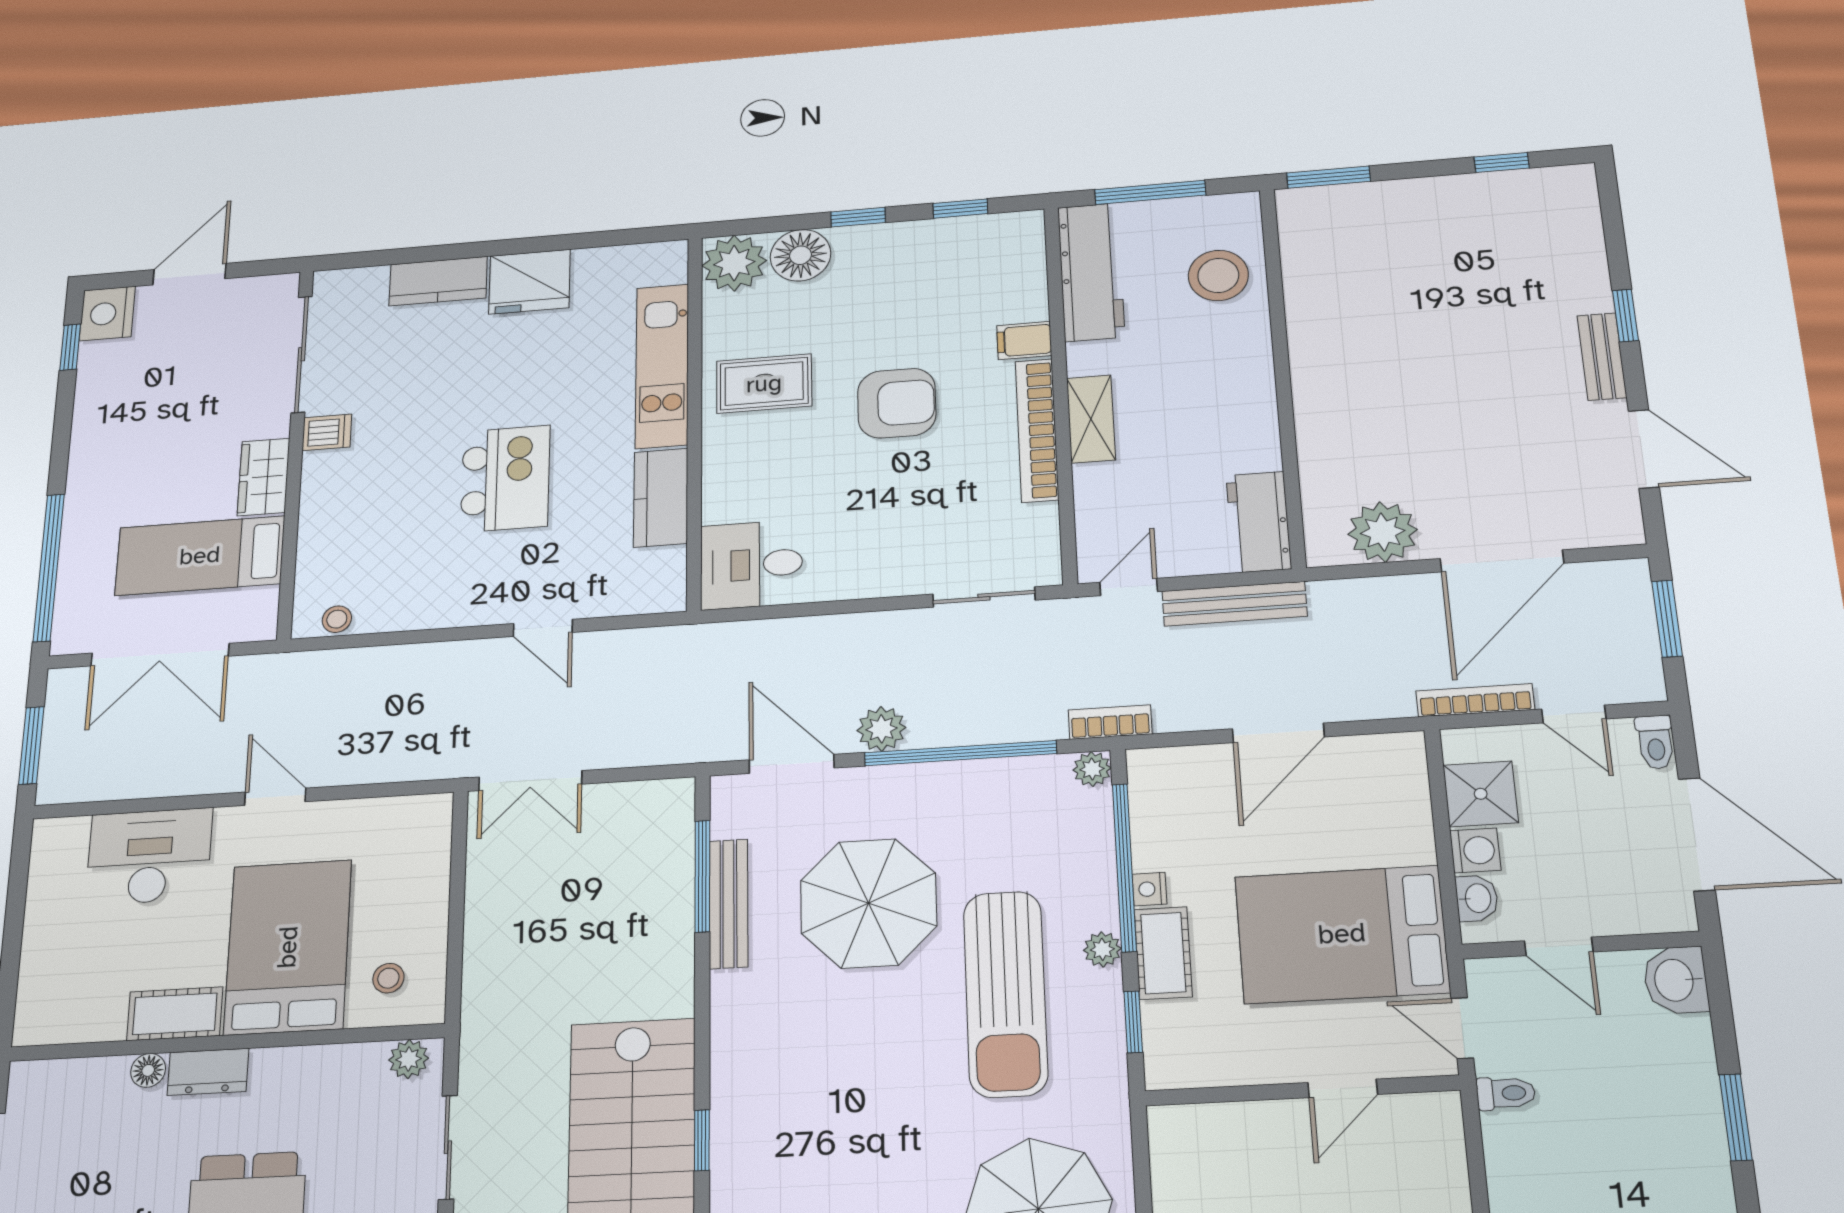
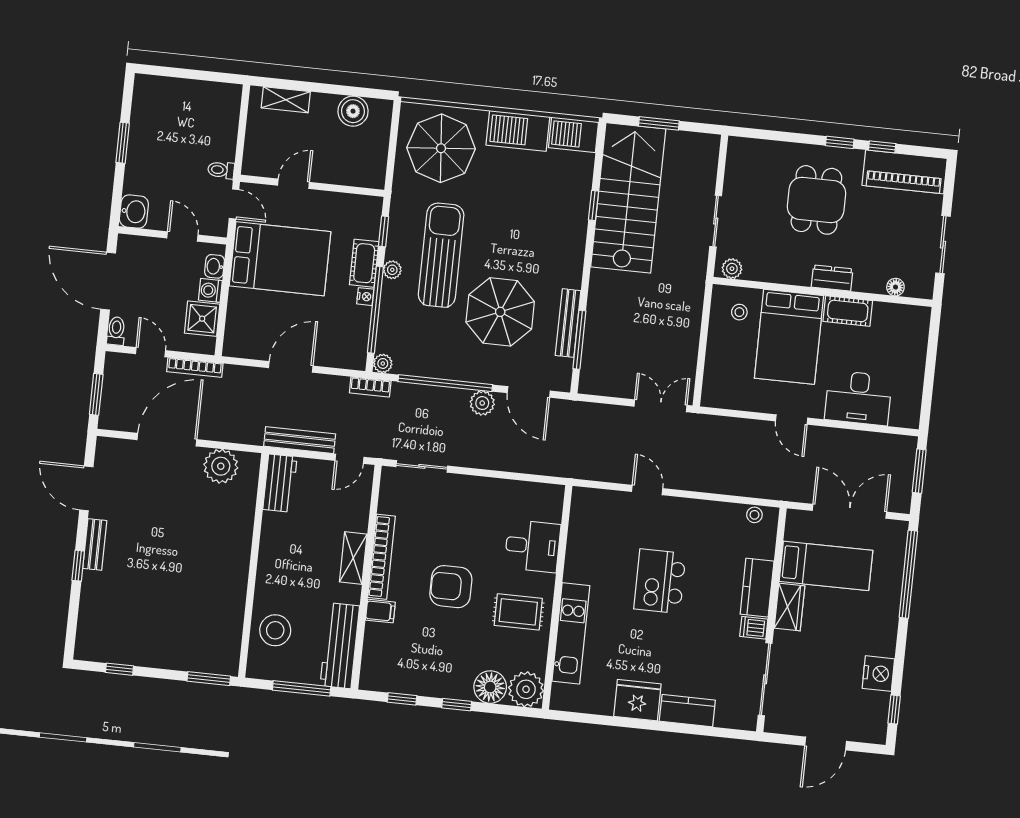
nightstand: (107, 314) -> (878, 674), moved
kitchen counter: (661, 498) -> (757, 588), moved, turned 180
desk: (751, 565) -> (532, 546), moved
floor lamp: (148, 1070) -> (895, 287), moved

